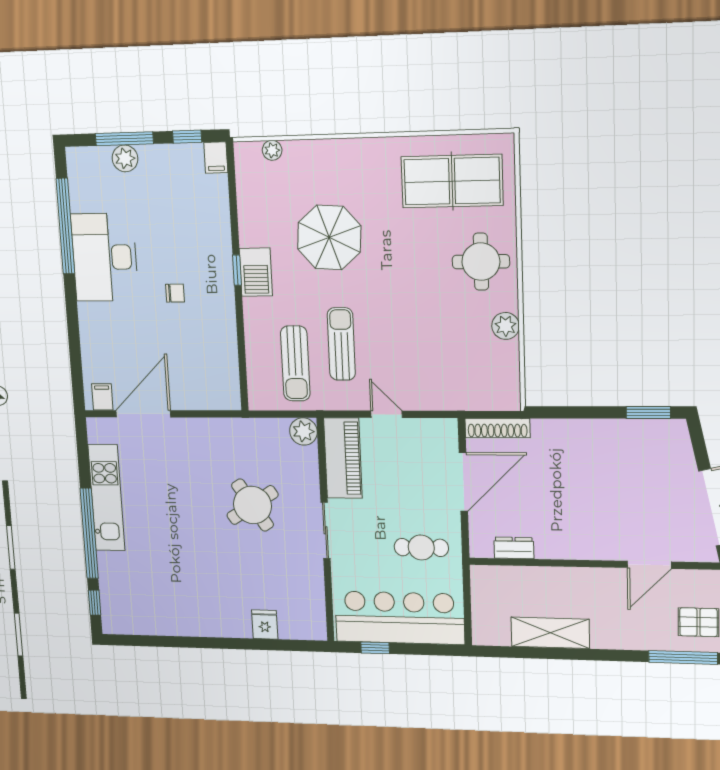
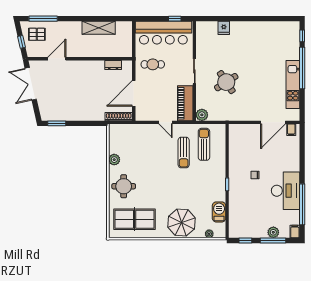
filing cabinet: (216, 158) -> (295, 232), moved
parasol: (329, 237) -> (181, 223), moved
barbecue: (256, 272) -> (219, 212), moved

